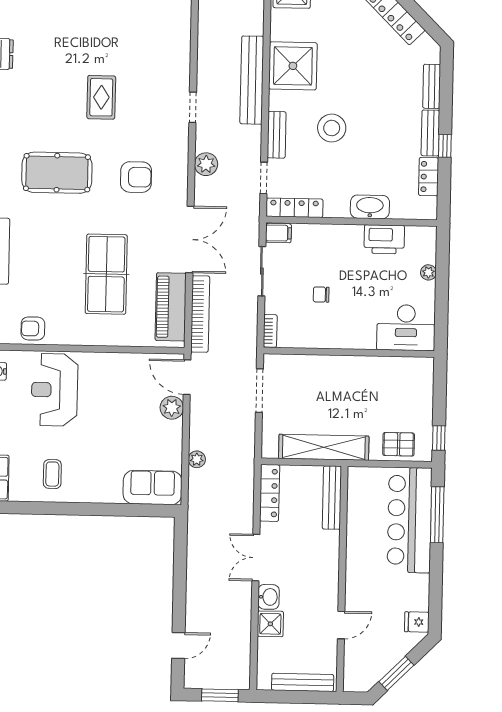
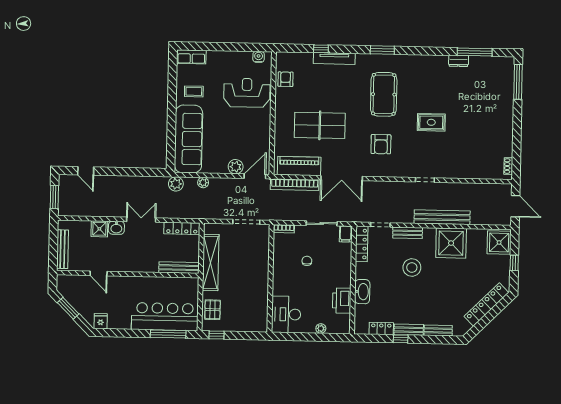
plant: (206, 164) -> (176, 184), moved
sofa: (153, 488) -> (188, 139), width x1.85, depth x1.27

